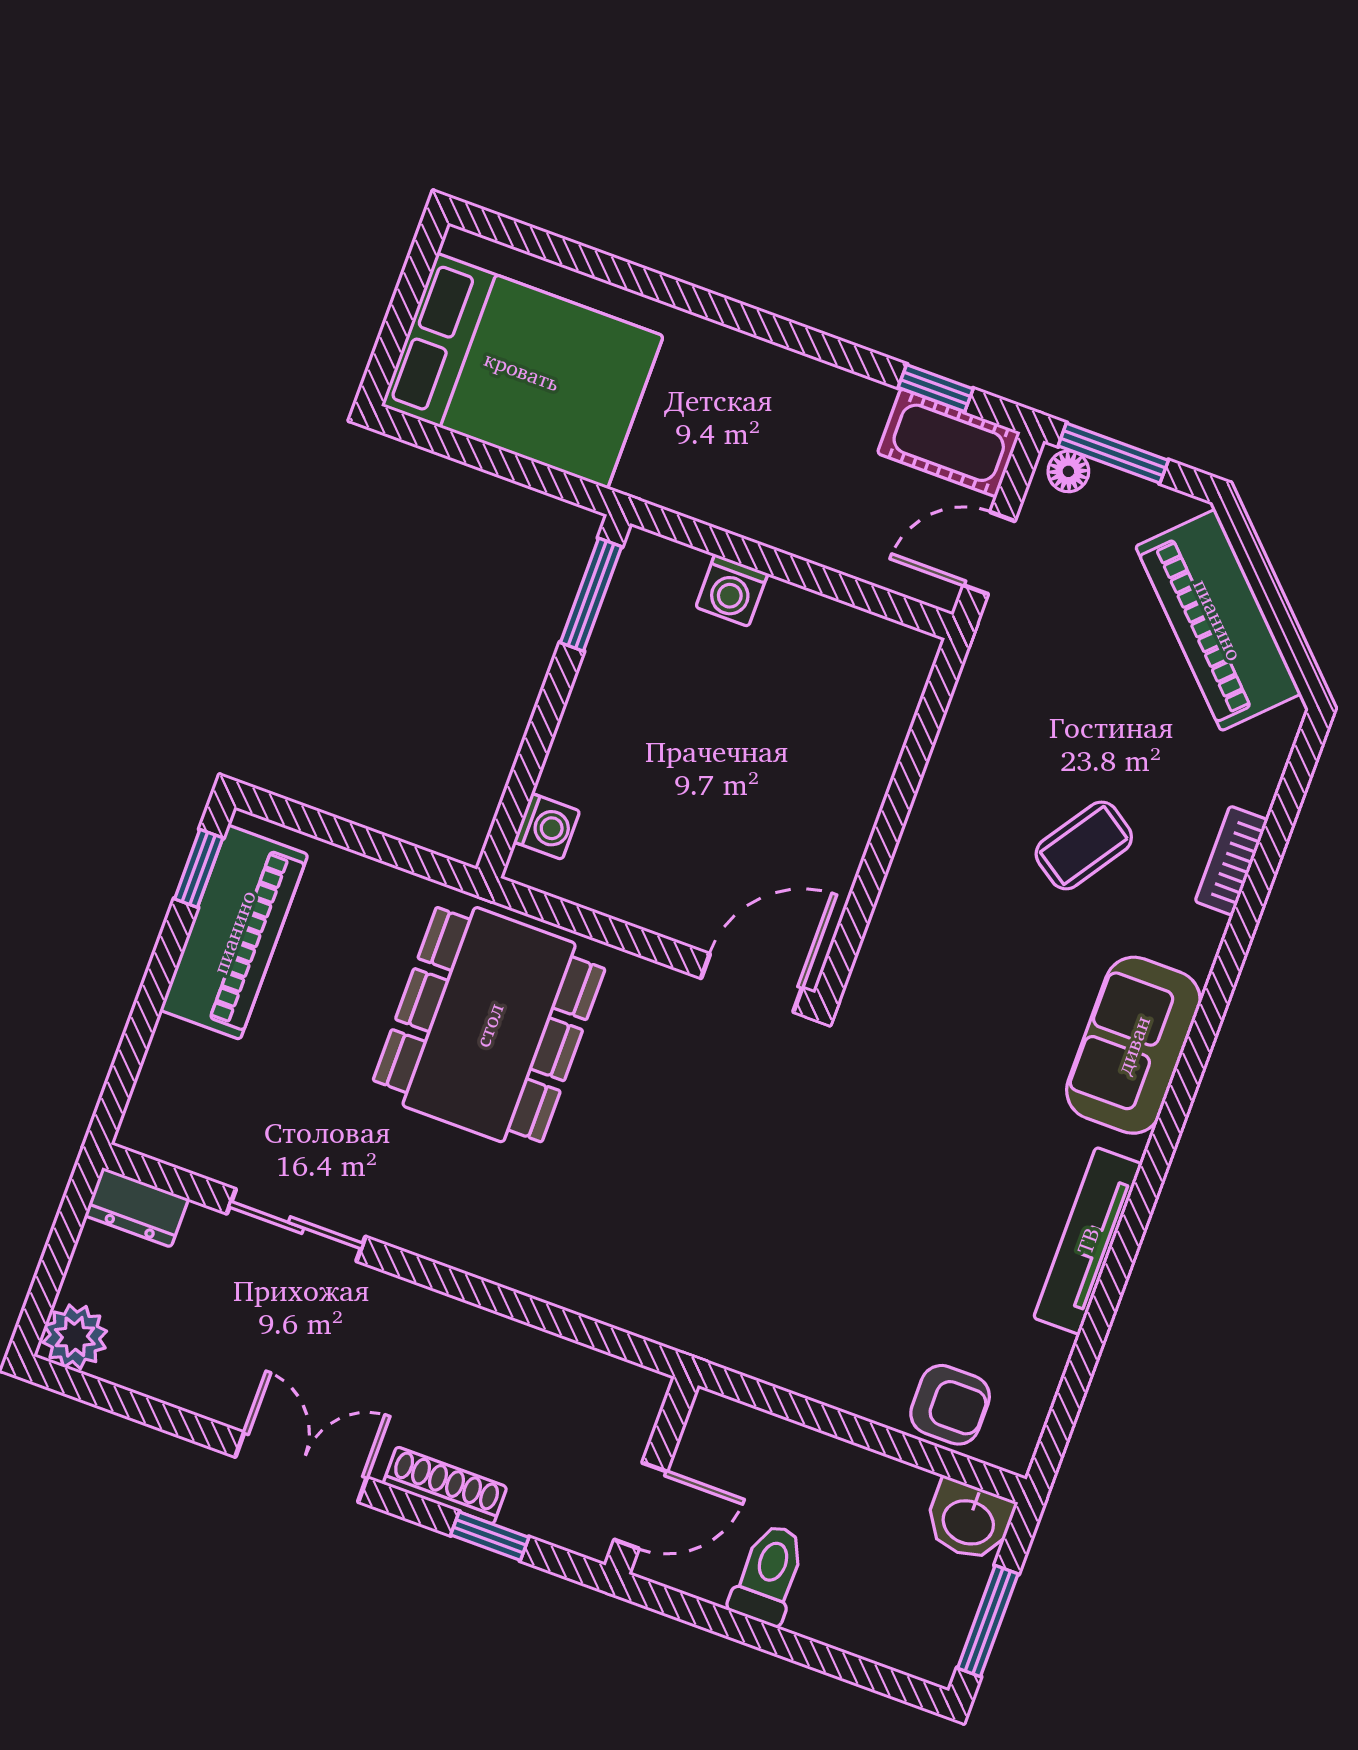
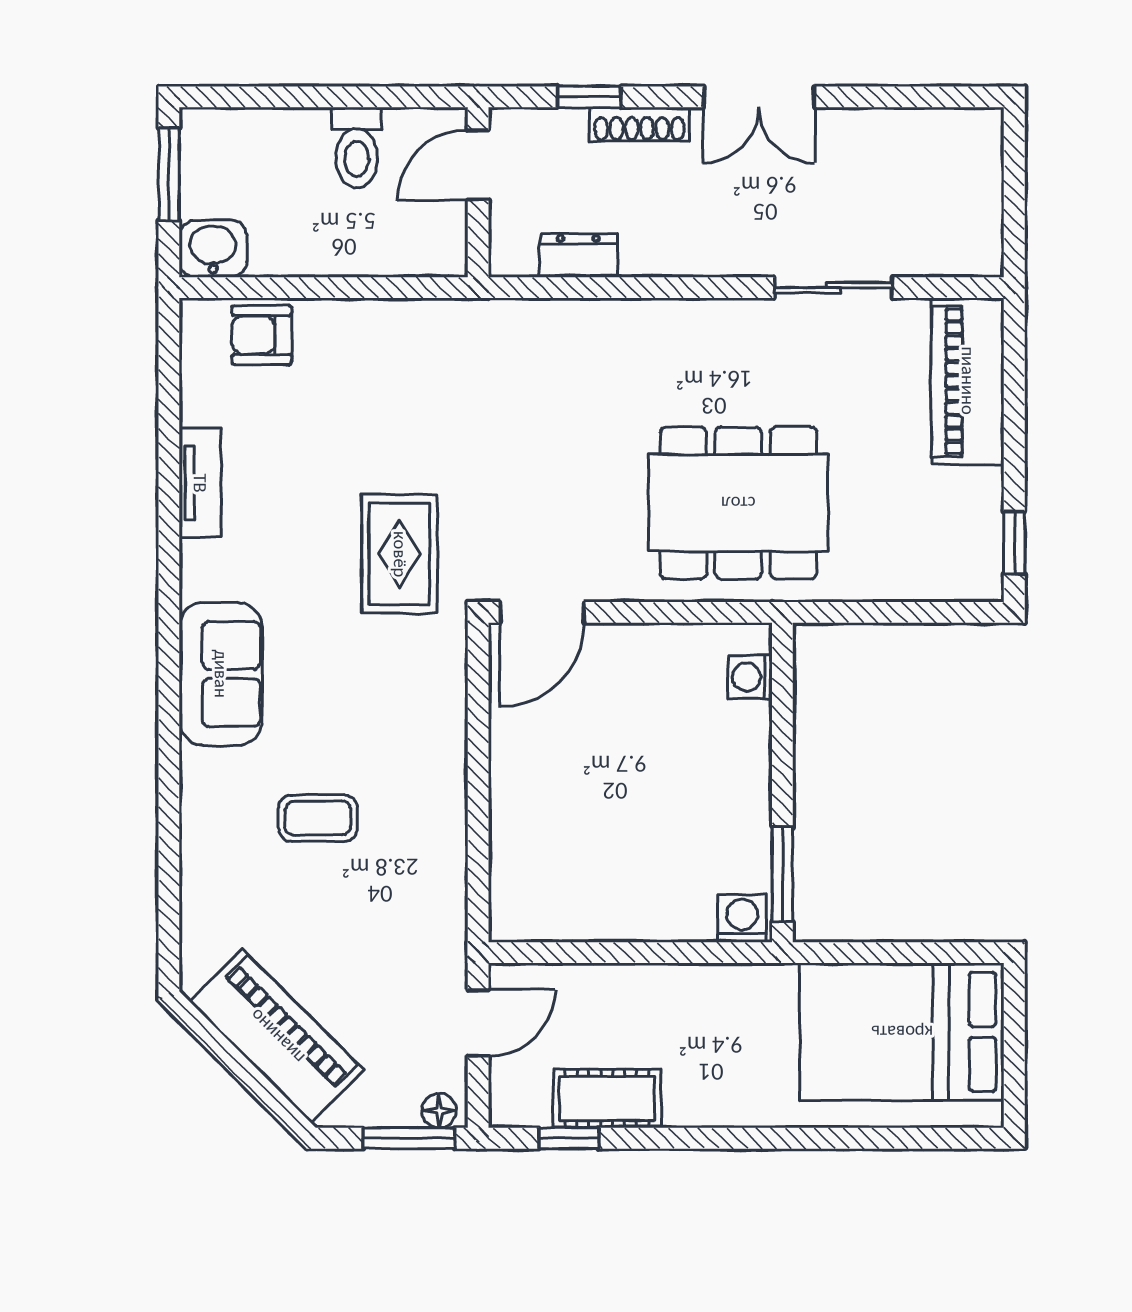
cot: (949, 443) -> (607, 1099), moved
washing machine: (732, 590) -> (742, 918), moved
coffee table: (1084, 845) -> (318, 818), turned 56
bookcase: (1231, 861) -> (196, 849), removed
piano: (234, 932) -> (968, 381), moved
dining table: (489, 1025) -> (738, 503), turned 90
rug: (886, 1106) -> (400, 554), added
dresser: (137, 1207) -> (578, 255), moved
tv unit: (1088, 1241) -> (200, 483), width x0.71
plant: (75, 1337) -> (977, 135), removed

